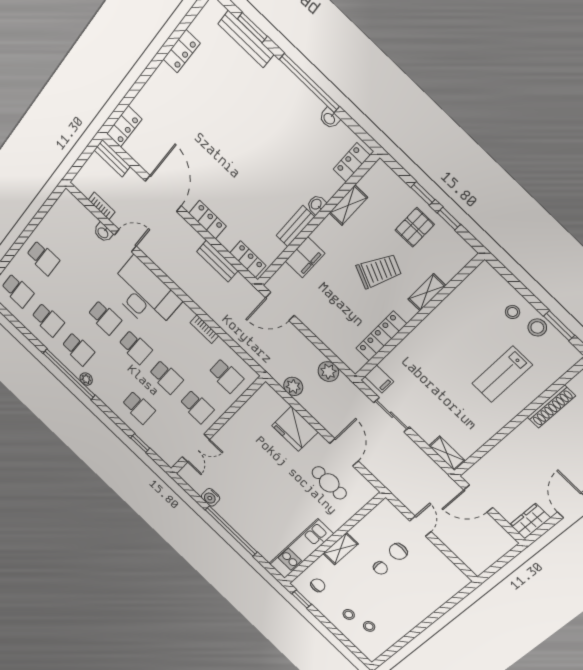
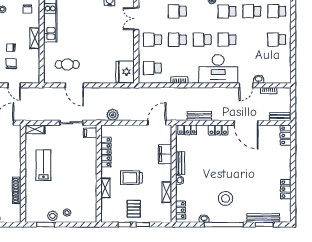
stool: (275, 118) -> (225, 199), added
trolley: (379, 271) -> (131, 178), turned 65
lab bench: (502, 374) -> (43, 165), moved
plant: (293, 386) -> (121, 93), removed
fridge: (295, 429) -> (125, 72), moved, turned -90

